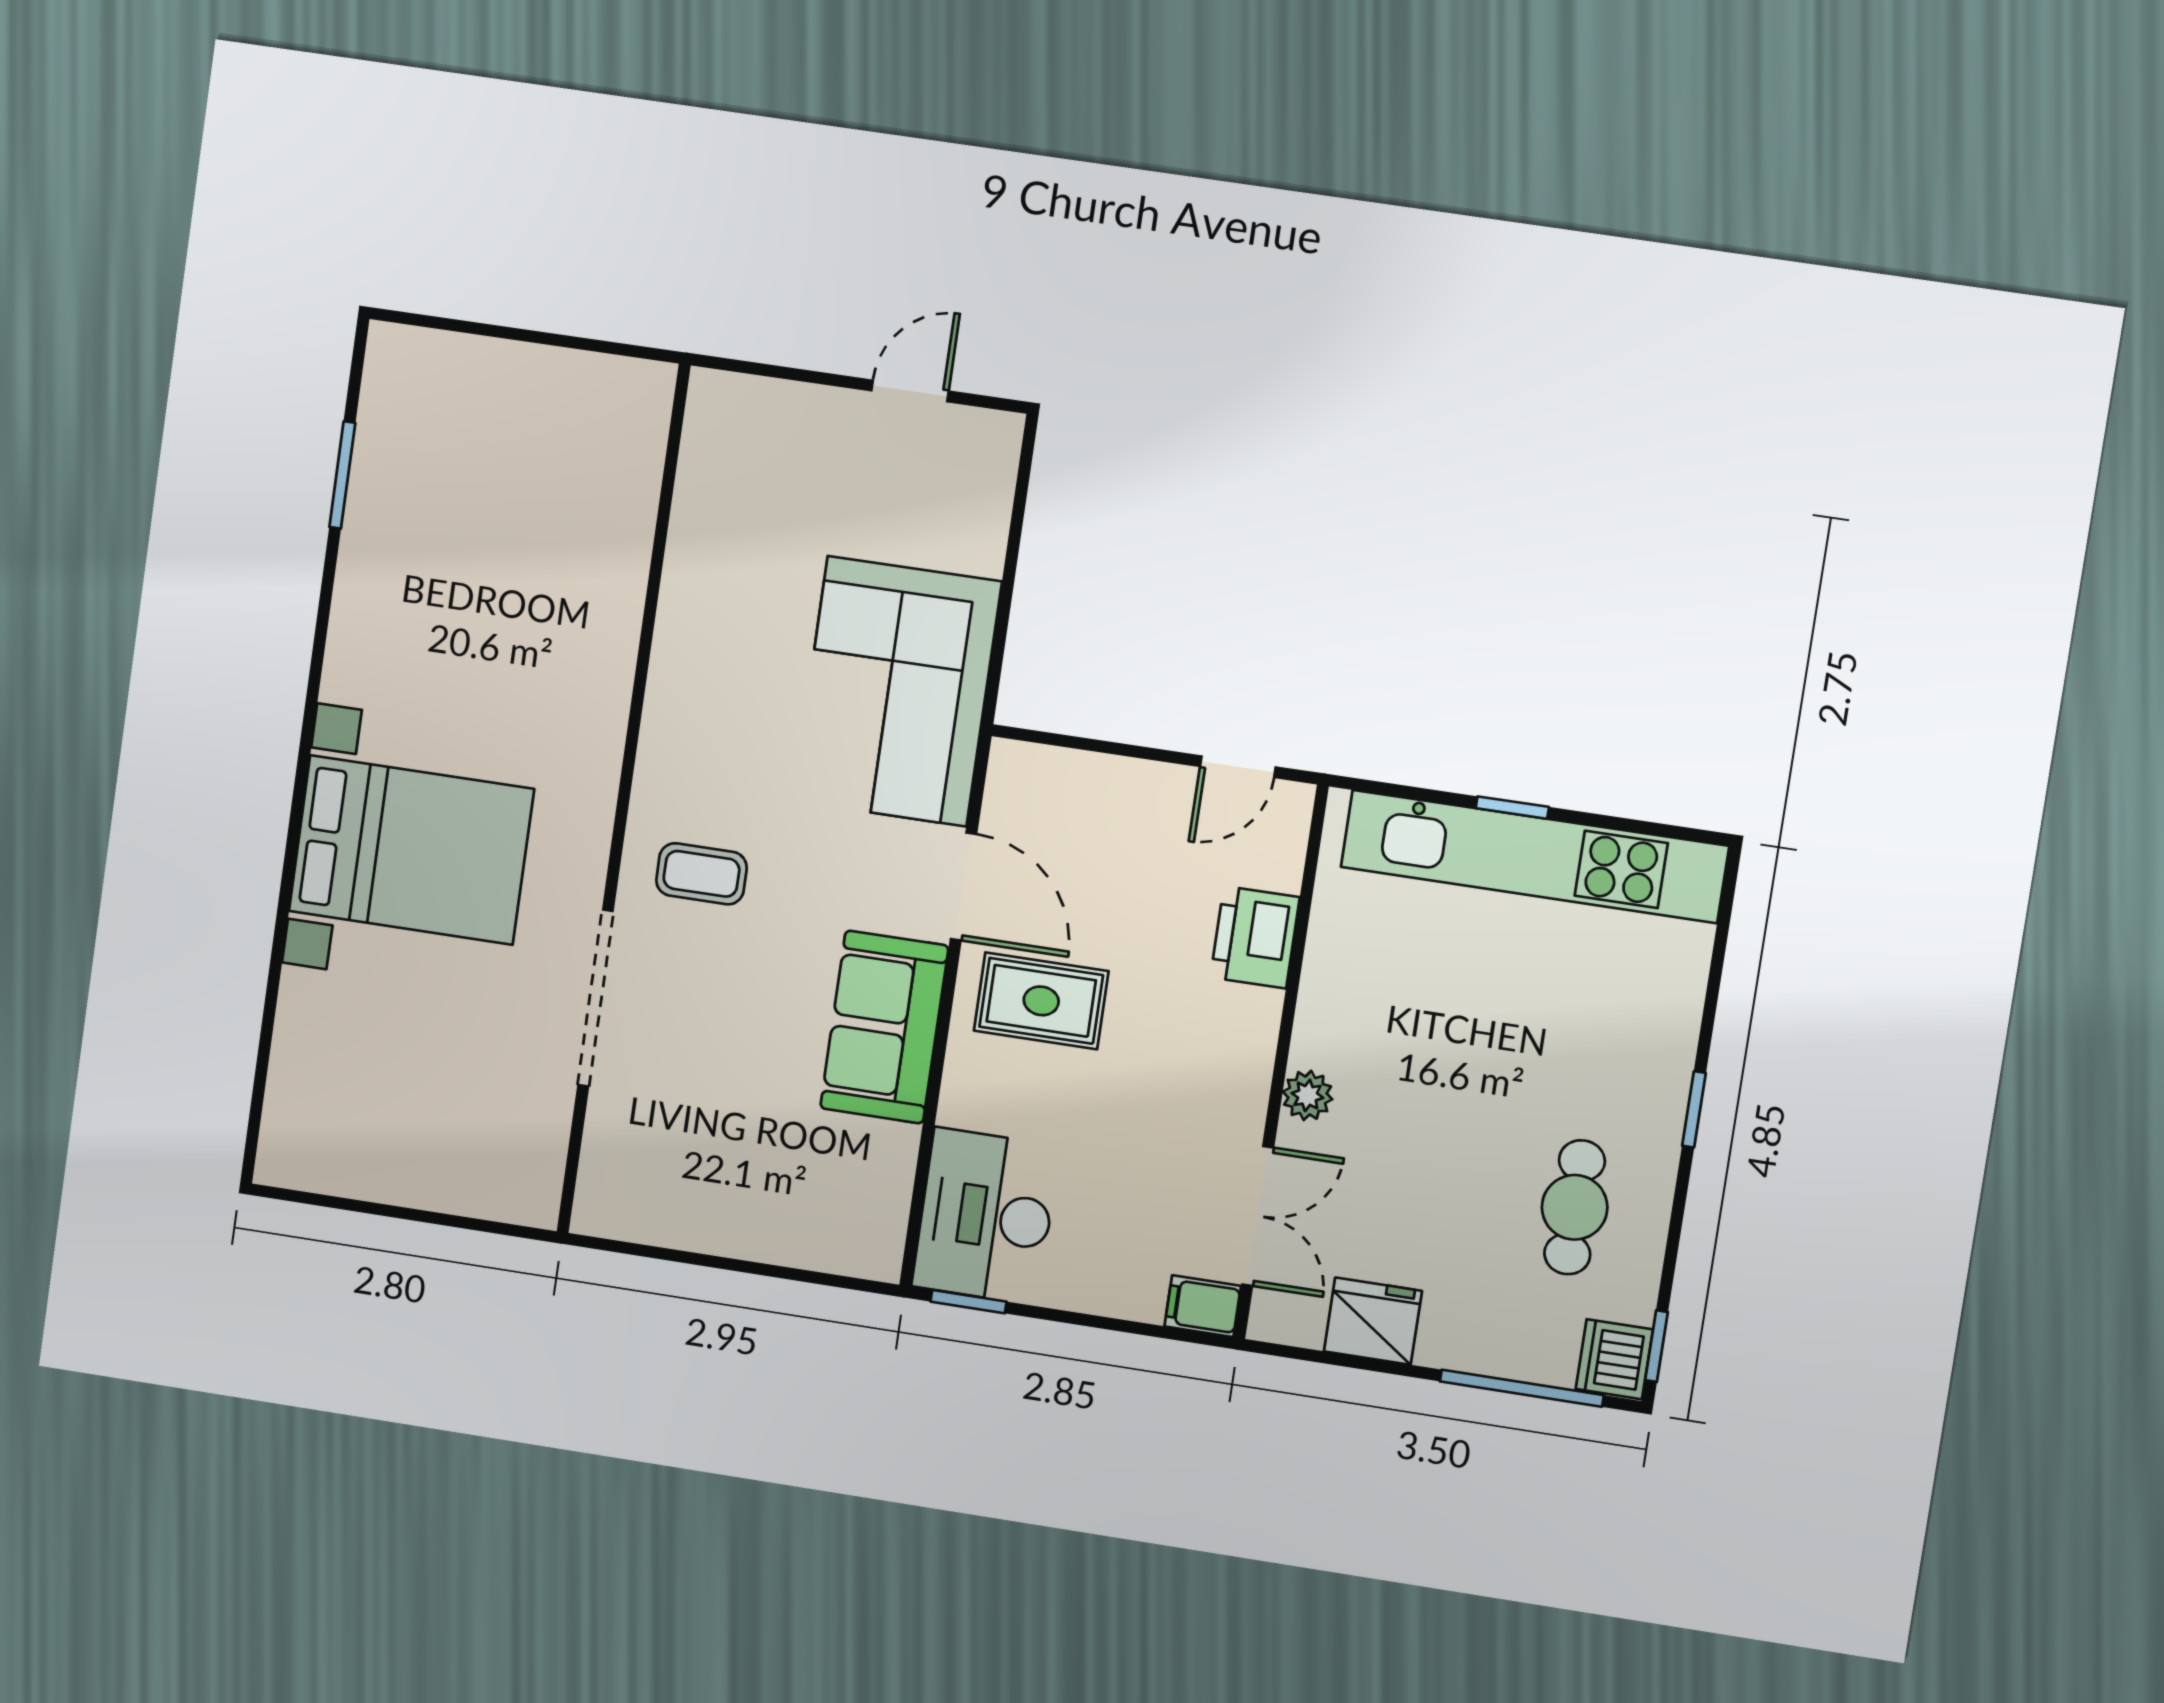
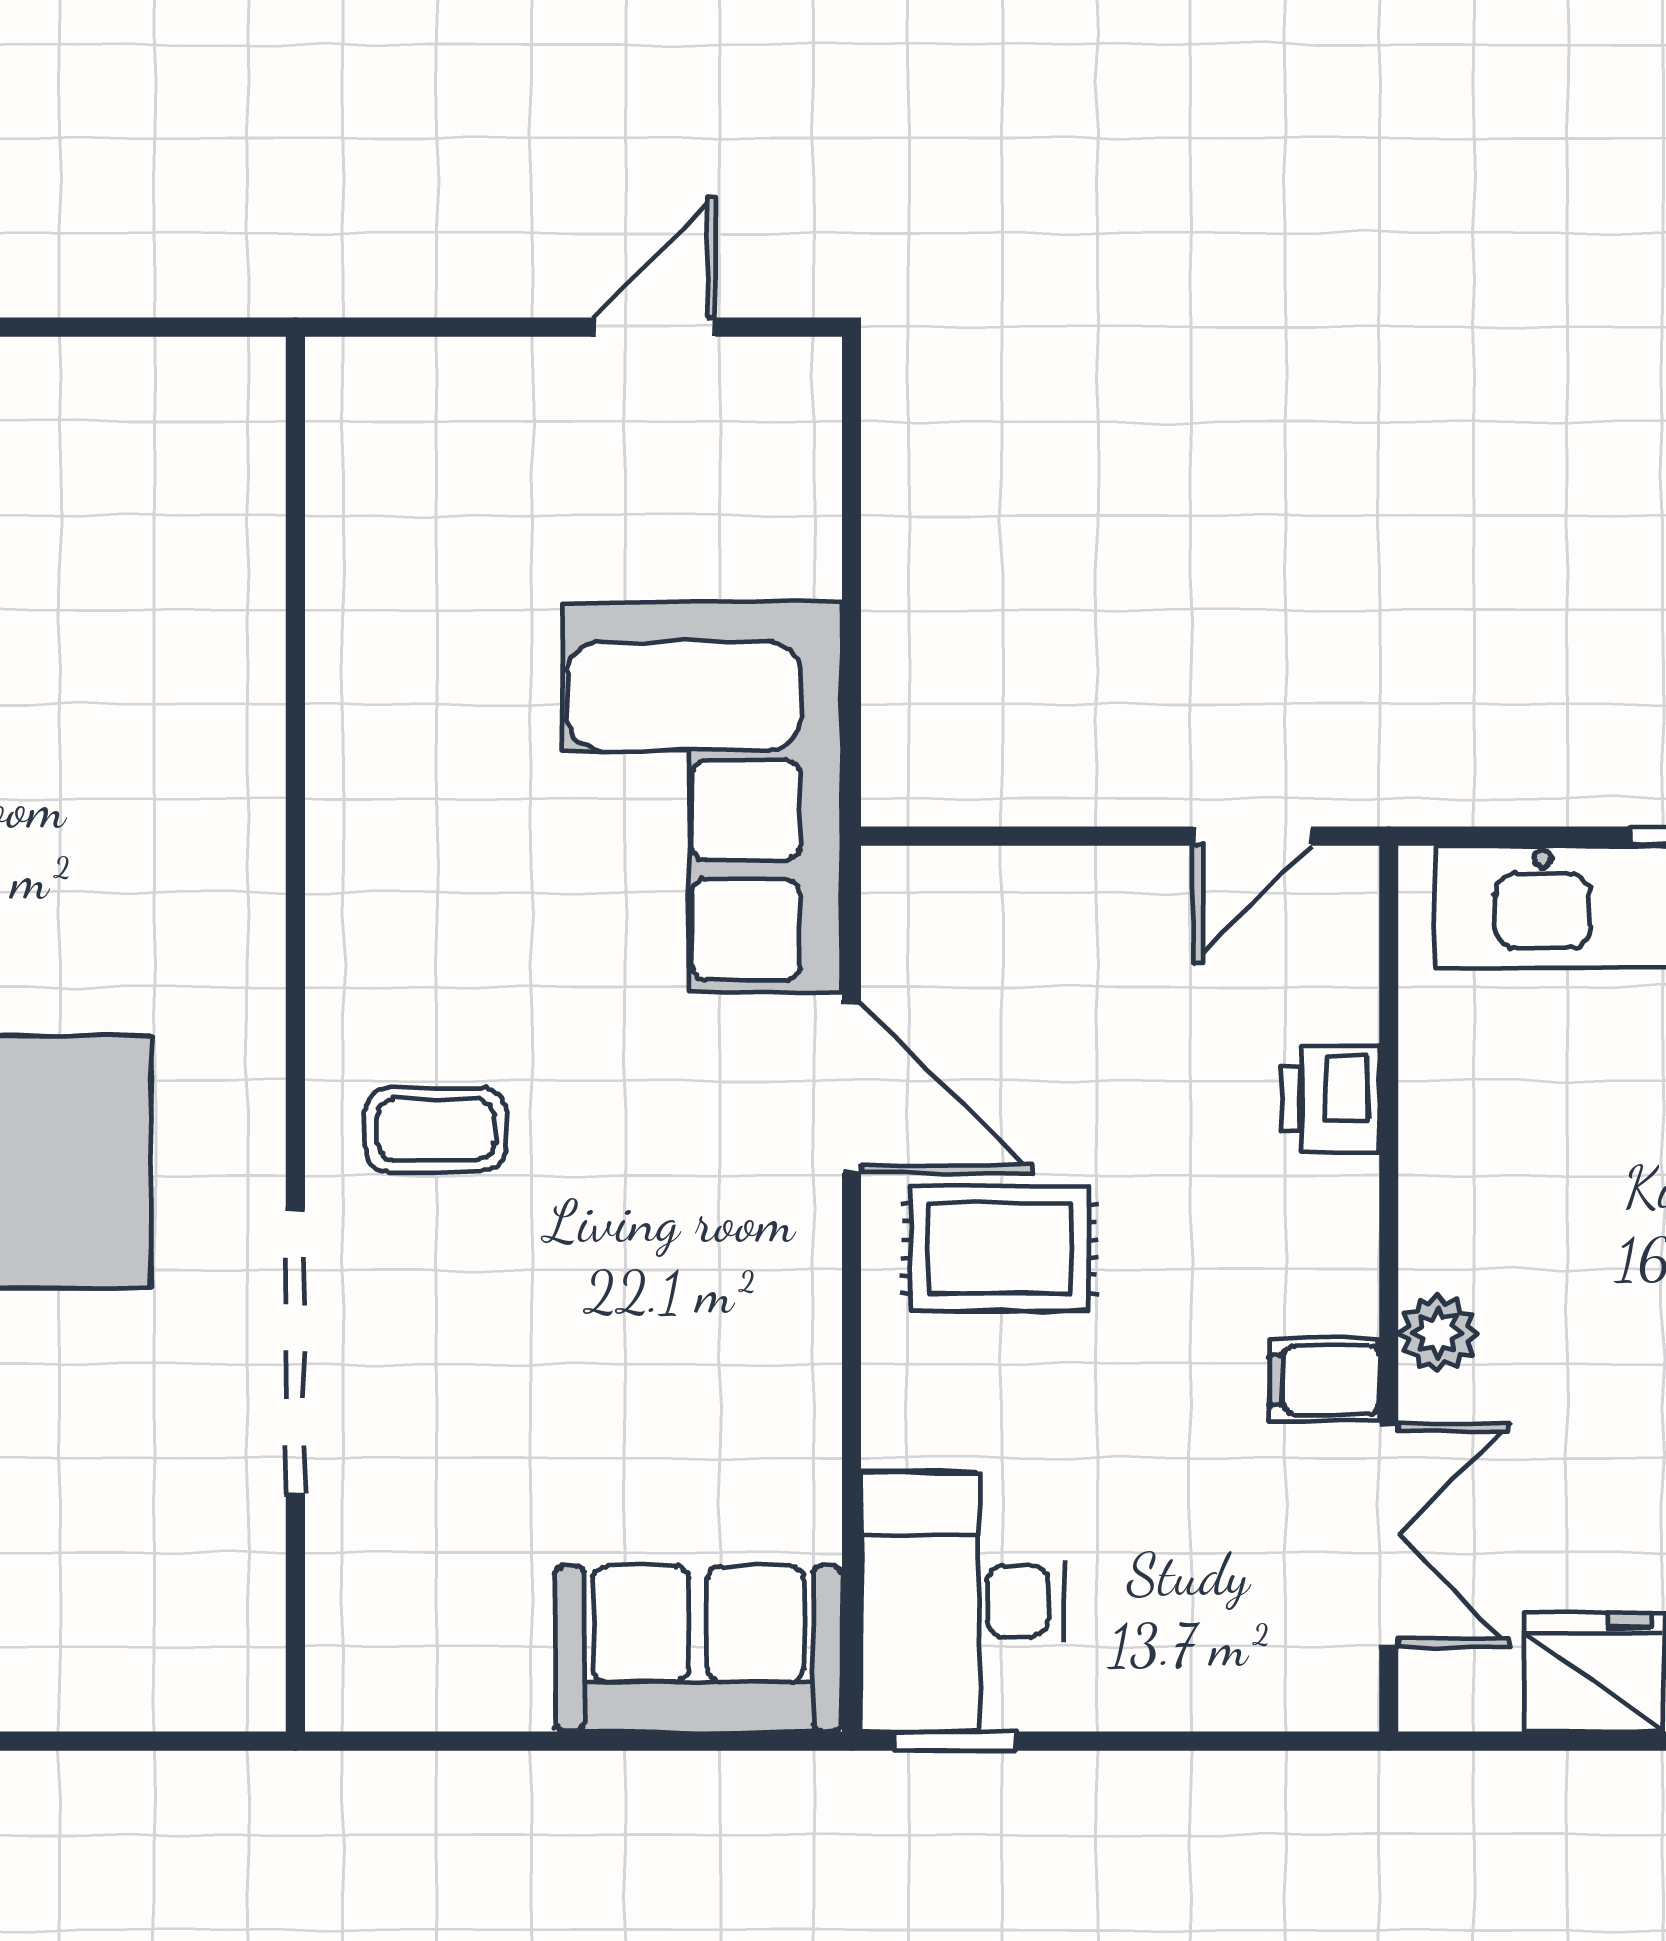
printer: (1255, 937) -> (1331, 1098), width x0.73, depth x0.81
sofa: (884, 1027) -> (699, 1649), moved, turned 90
filing cabinet: (1203, 1306) -> (1324, 1380), moved

